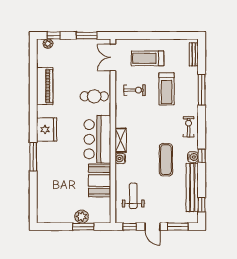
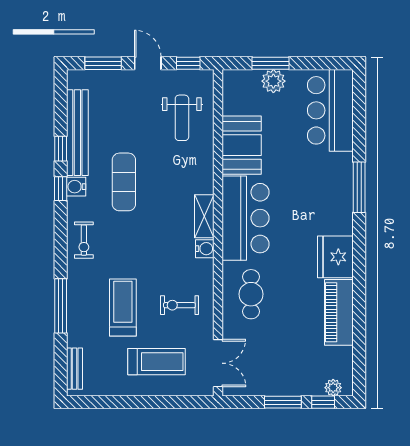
window: (87, 35) -> (283, 402), moved
cafe table: (94, 96) -> (251, 294), turned 90
fridge: (47, 129) -> (335, 257), moved
water cooler: (120, 158) -> (205, 249), moved
bar counter: (49, 200) -> (330, 110), added
window: (202, 205) -> (61, 149), moved

